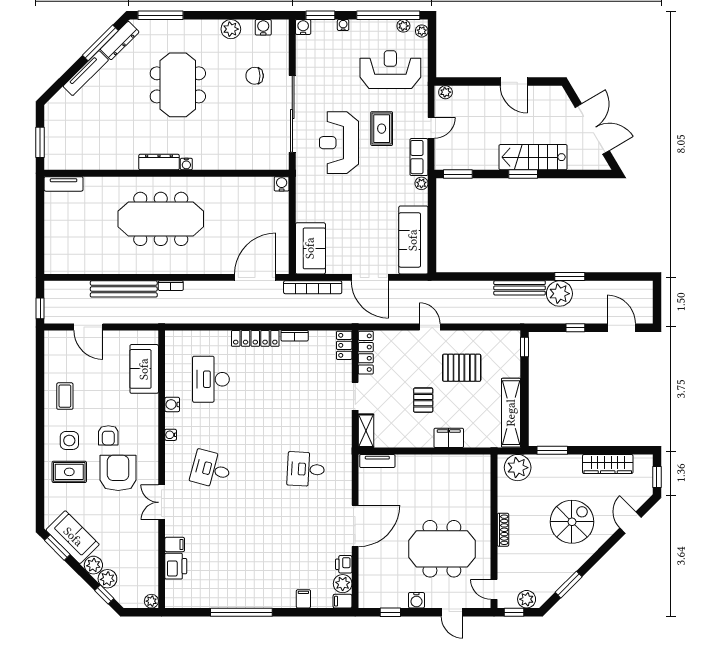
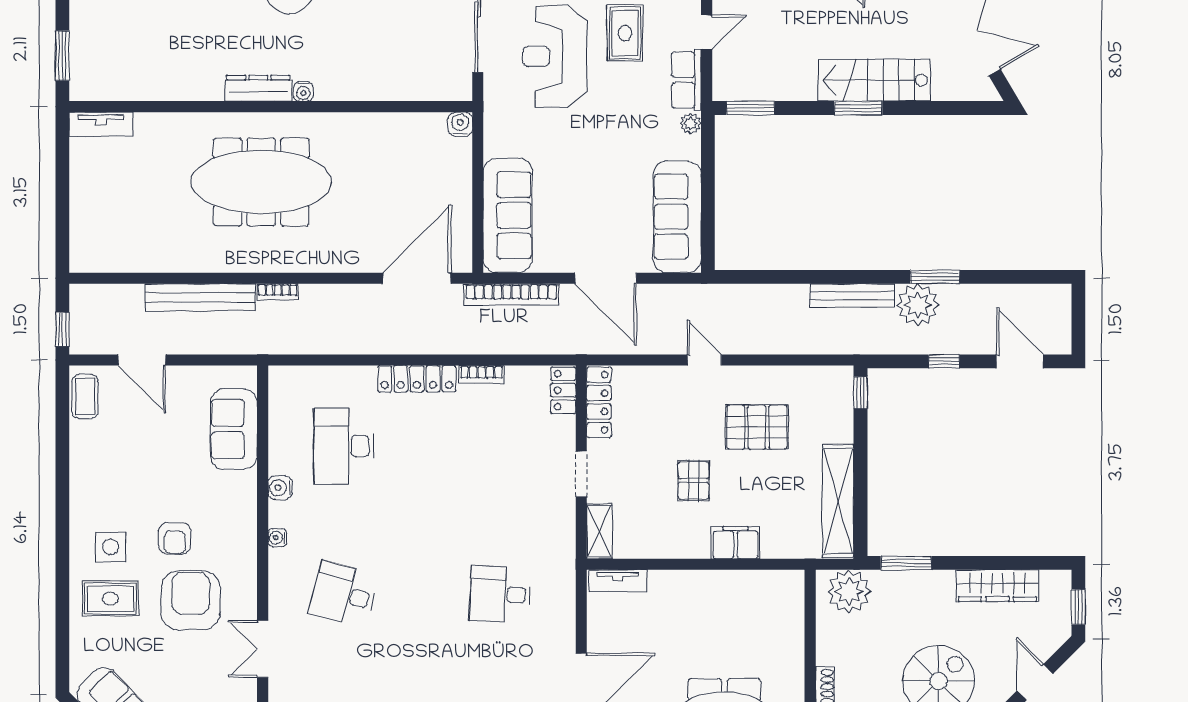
sofa: (310, 248) -> (508, 215), width x1.36
coffee table: (65, 396) -> (85, 397), moved

